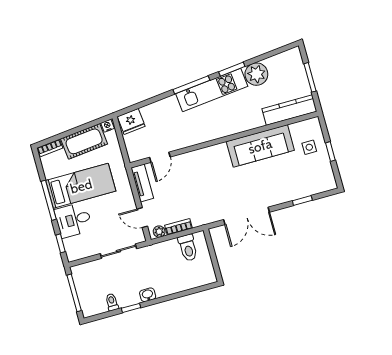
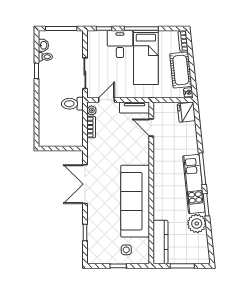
sofa: (260, 146) -> (135, 201), width x1.36, depth x1.27
toilet: (188, 248) -> (72, 104), moved
washbasin: (148, 295) -> (43, 45), moved

